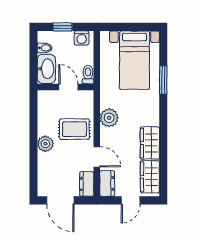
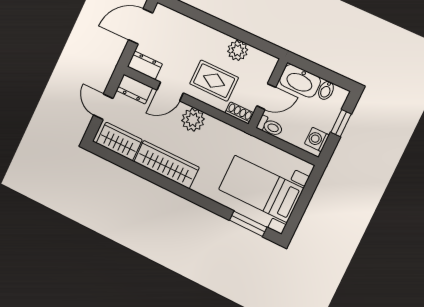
window: (163, 80) -> (248, 224), moved
shoe rack: (89, 100) -> (239, 113), added
plant: (109, 118) -> (193, 120), moved
rug: (74, 129) -> (214, 81), turned 90
wardrobe: (150, 143) -> (166, 164), width x1.50
plant: (45, 144) -> (238, 50), moved

